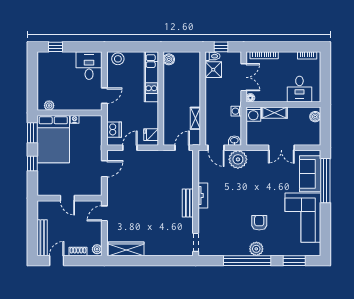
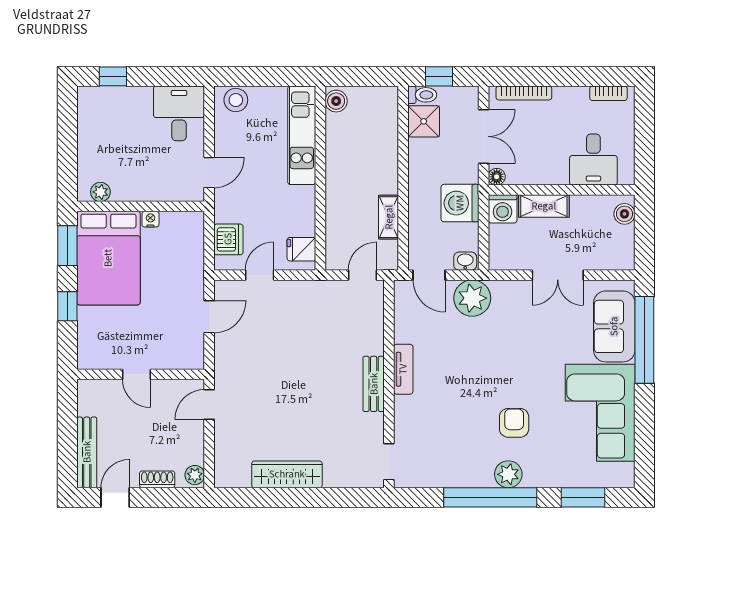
washing machine: (236, 111) -> (460, 203), width x1.89, depth x1.89
wardrobe: (126, 249) -> (287, 474), moved

